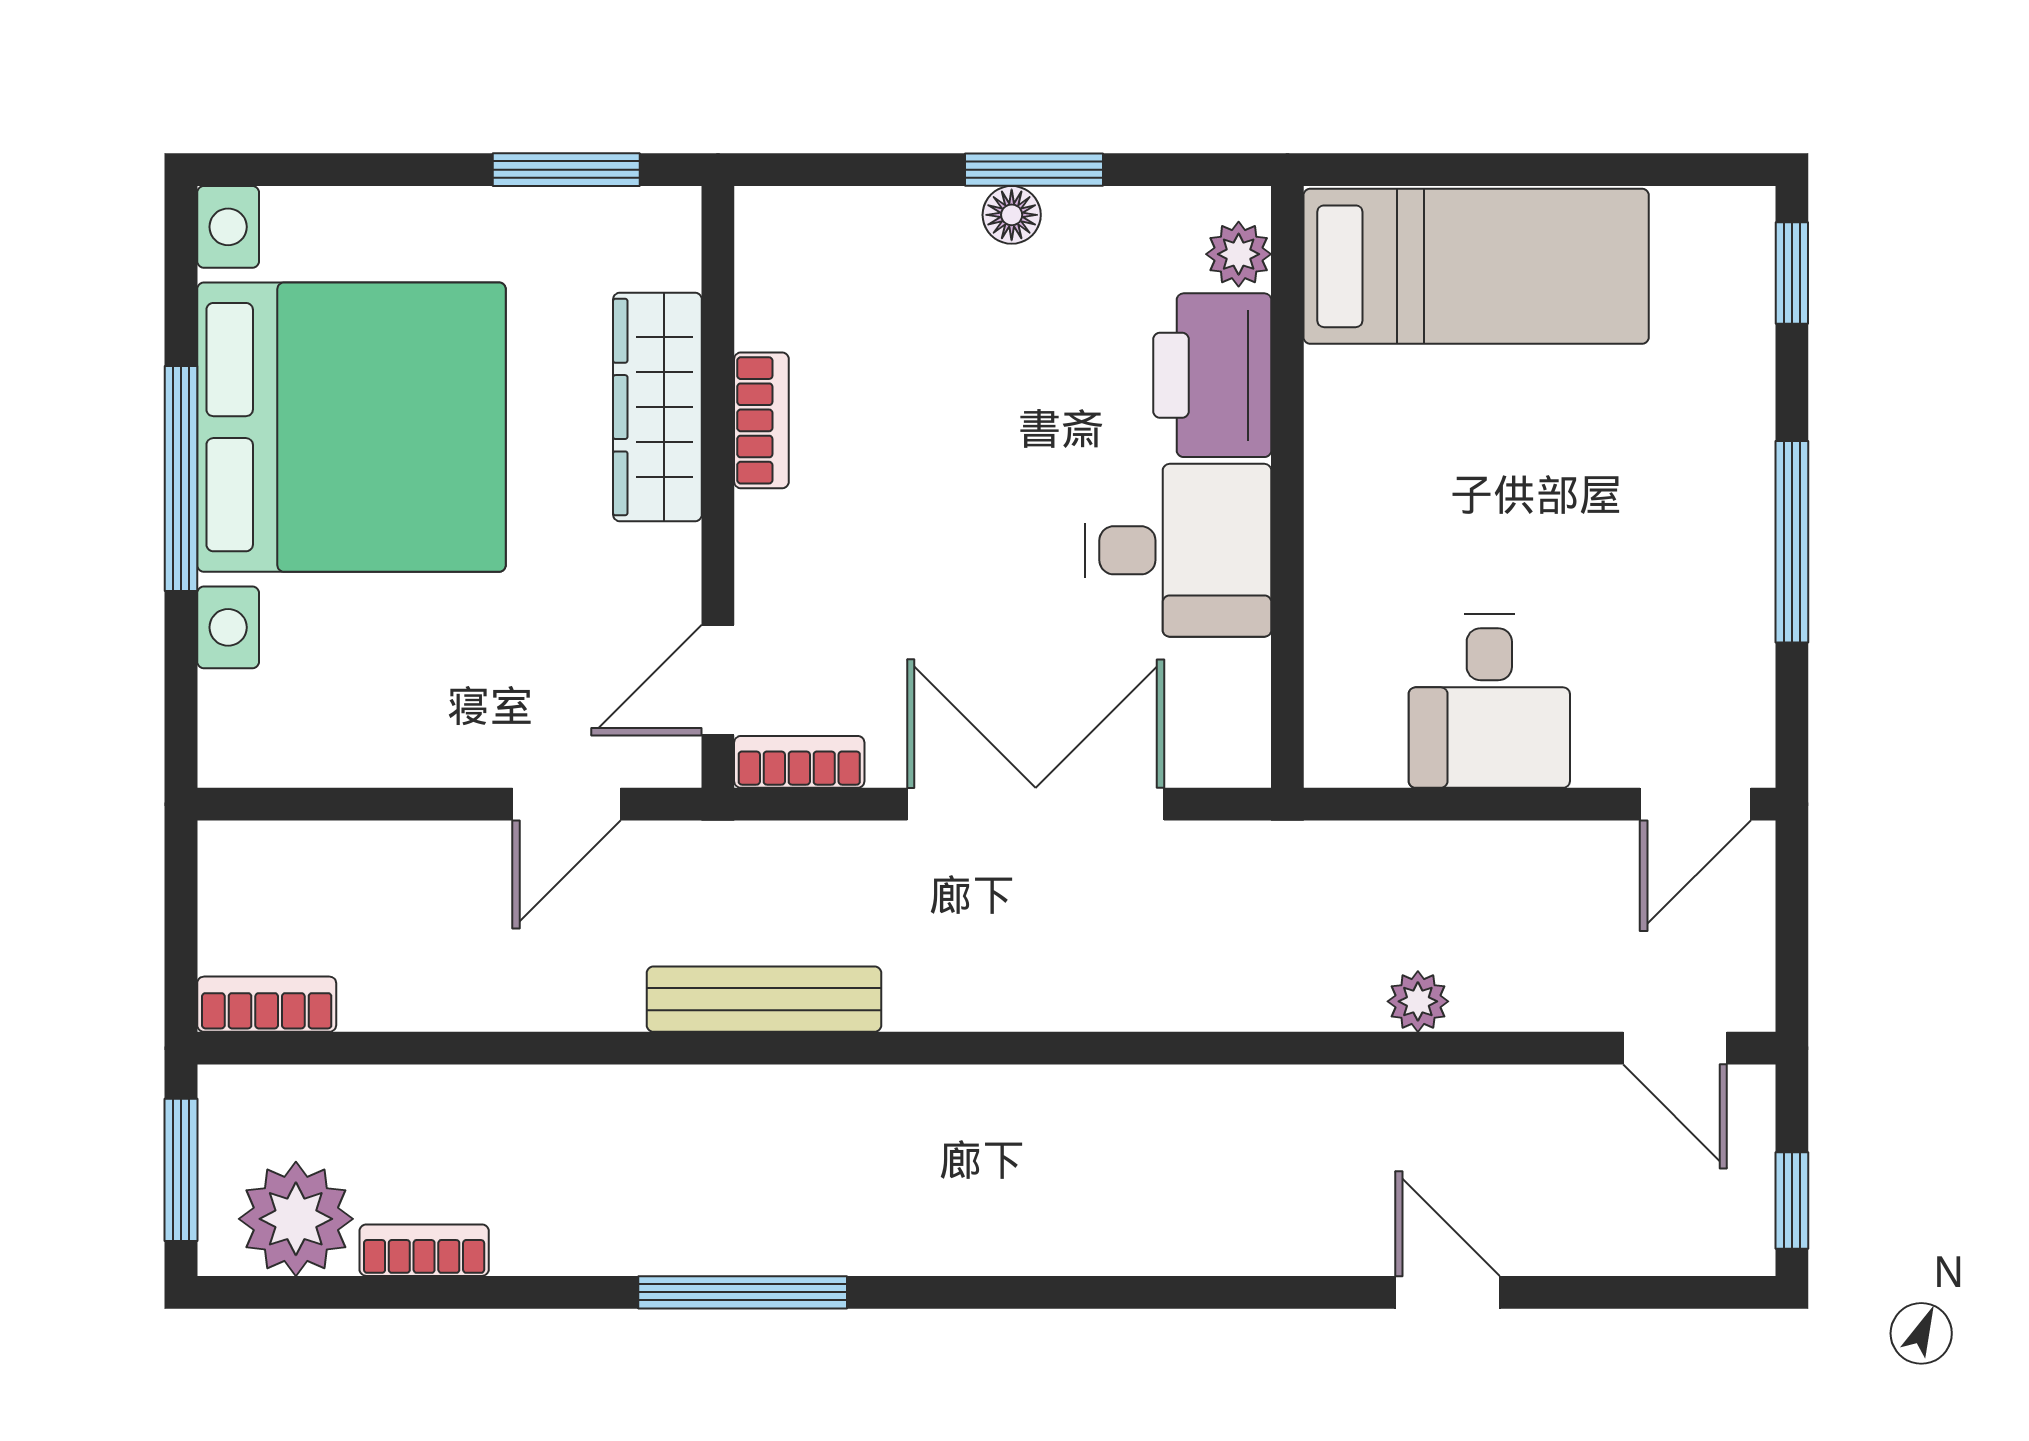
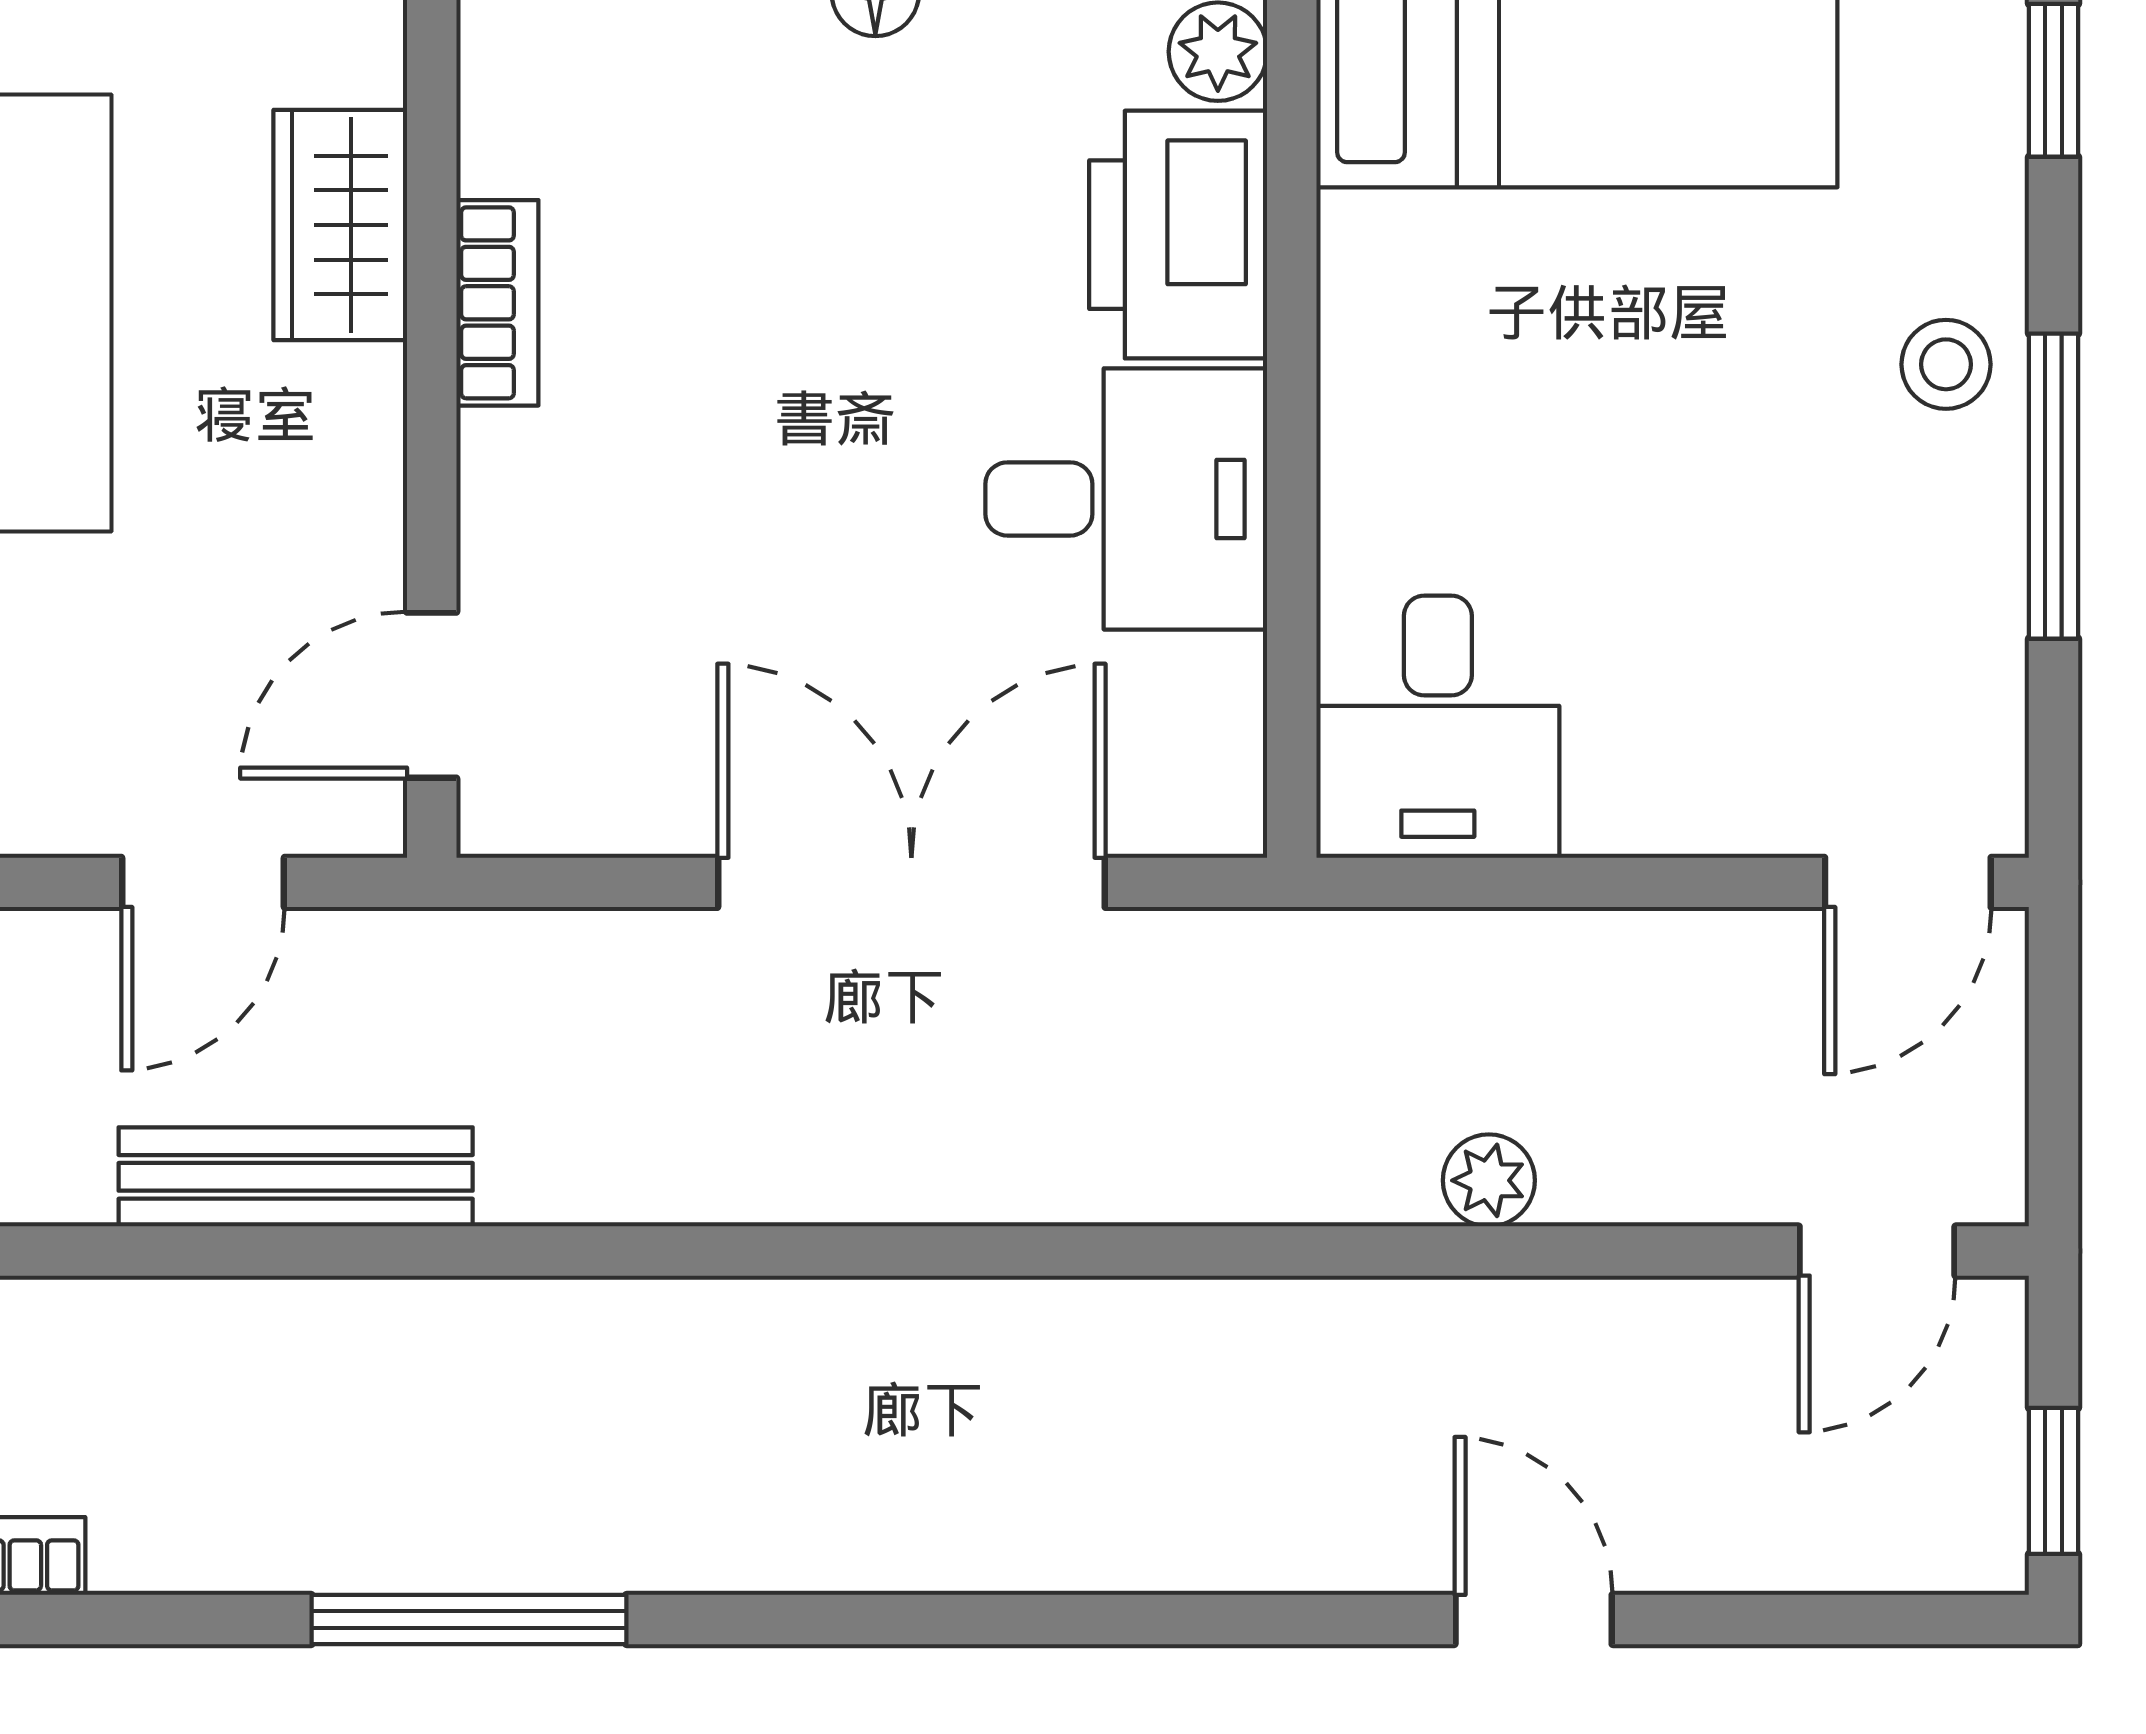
wardrobe: (657, 407) -> (340, 225), width x0.67
stool: (1721, 461) -> (1946, 364), added
desk: (1489, 701) -> (1438, 727), moved
bookcase: (799, 762) -> (555, 819), removed
bench: (764, 999) -> (296, 1177), moved
door: (1675, 1048) -> (1877, 1251), hinge flipped

